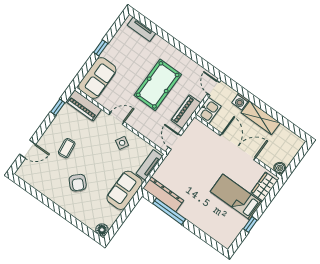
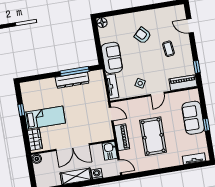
sofa: (97, 78) -> (193, 118), moved
door: (28, 149) -> (190, 26), hinge flipped
dresser: (163, 194) -> (72, 80), moved

